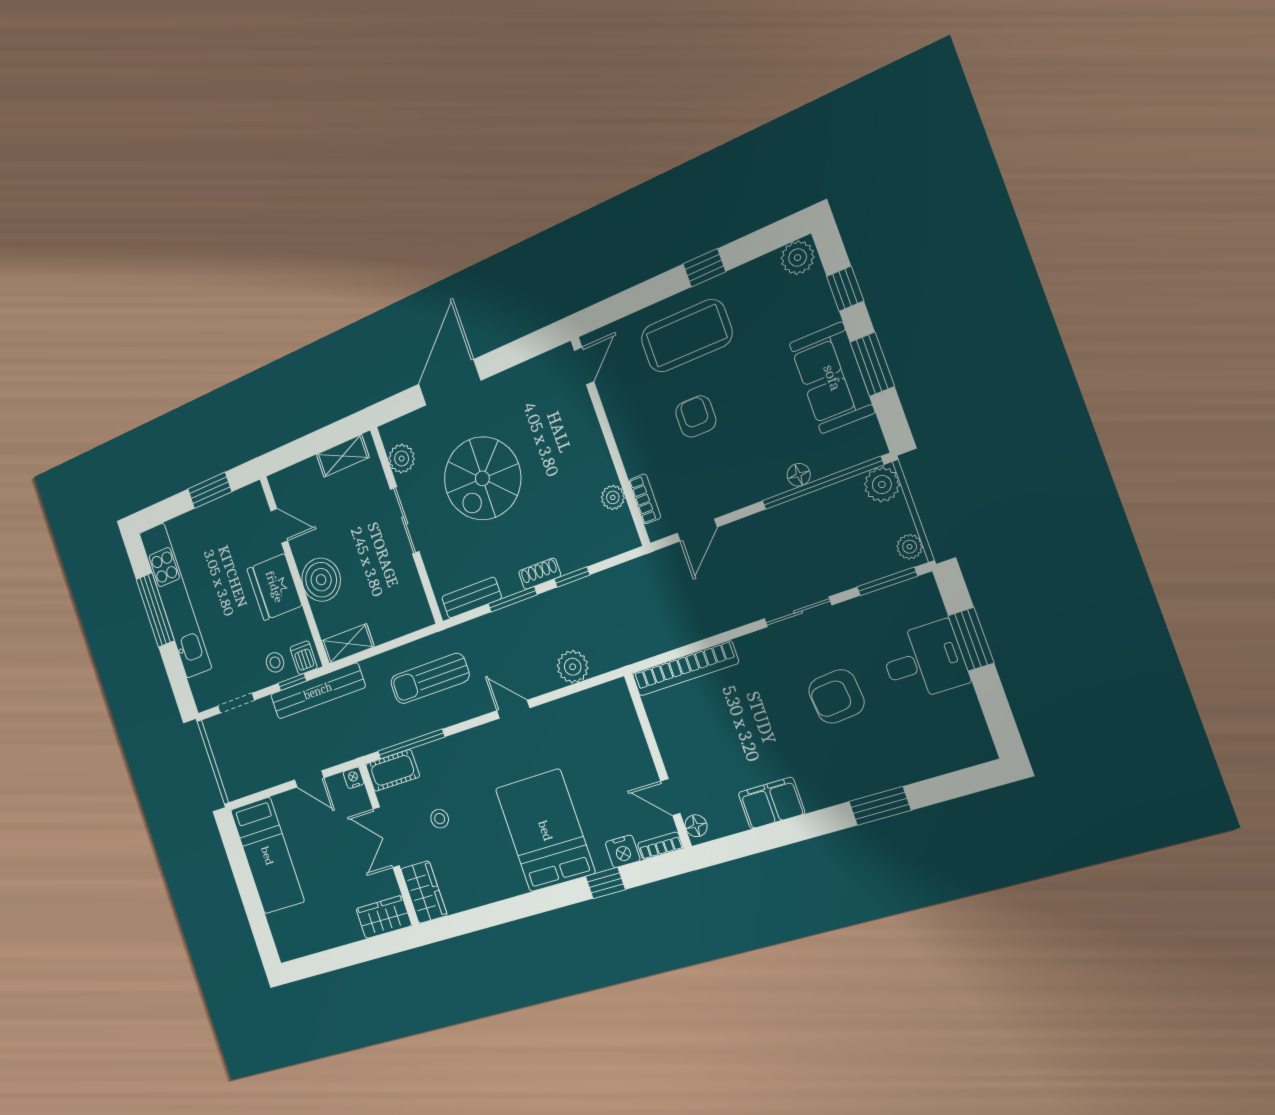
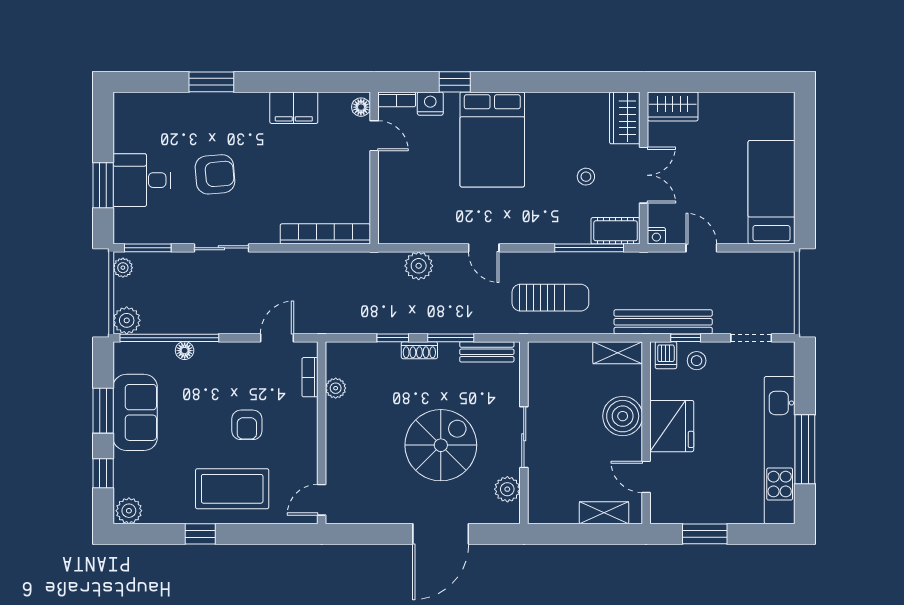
shelving: (343, 456) -> (604, 513), moved

